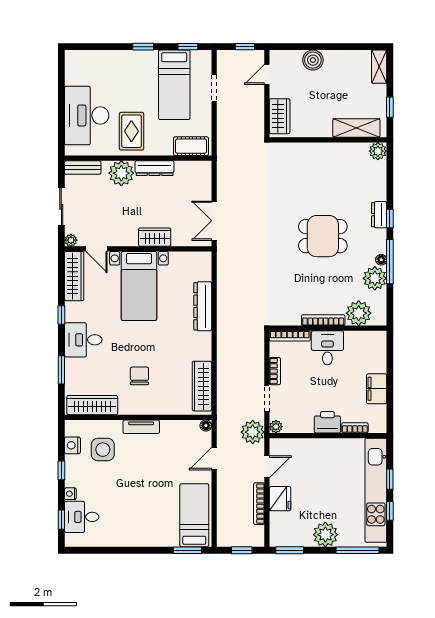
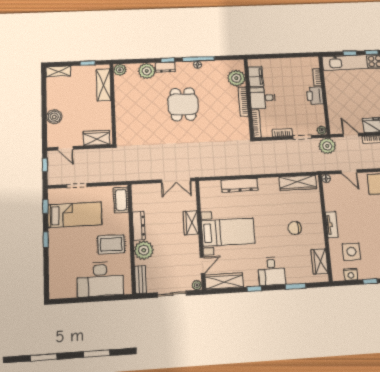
plant: (375, 278) -> (147, 71), moved
filing cabinet: (377, 389) -> (256, 77), moved, turned -90
wardrobe: (92, 405) -> (320, 261), width x0.67

